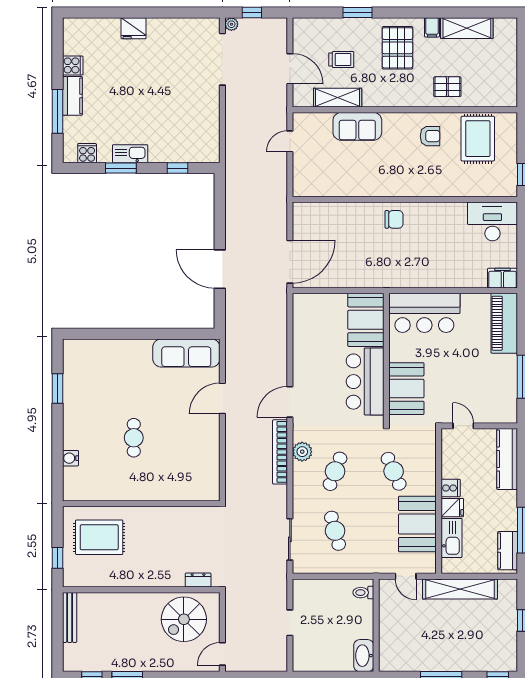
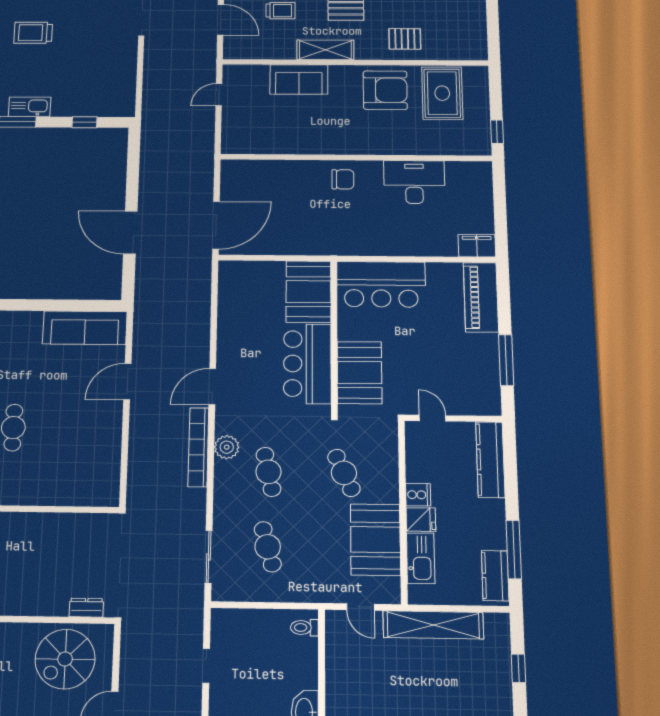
trolley: (129, 82) -> (33, 33), added
shelving: (338, 98) -> (325, 50), moved
armchair: (430, 136) -> (385, 90), width x1.88, depth x1.88
desk: (492, 221) -> (414, 182), moved
cafe table: (335, 471) -> (268, 472), turned -33

